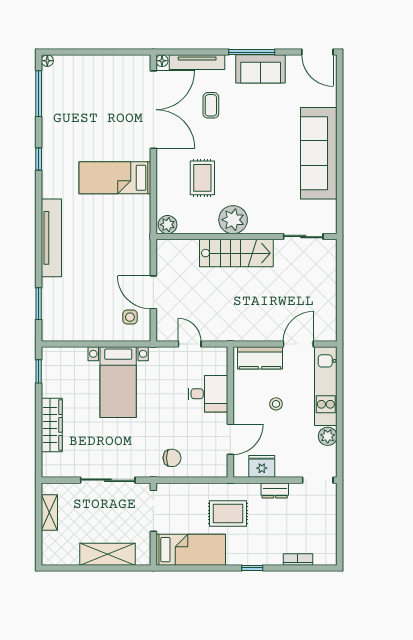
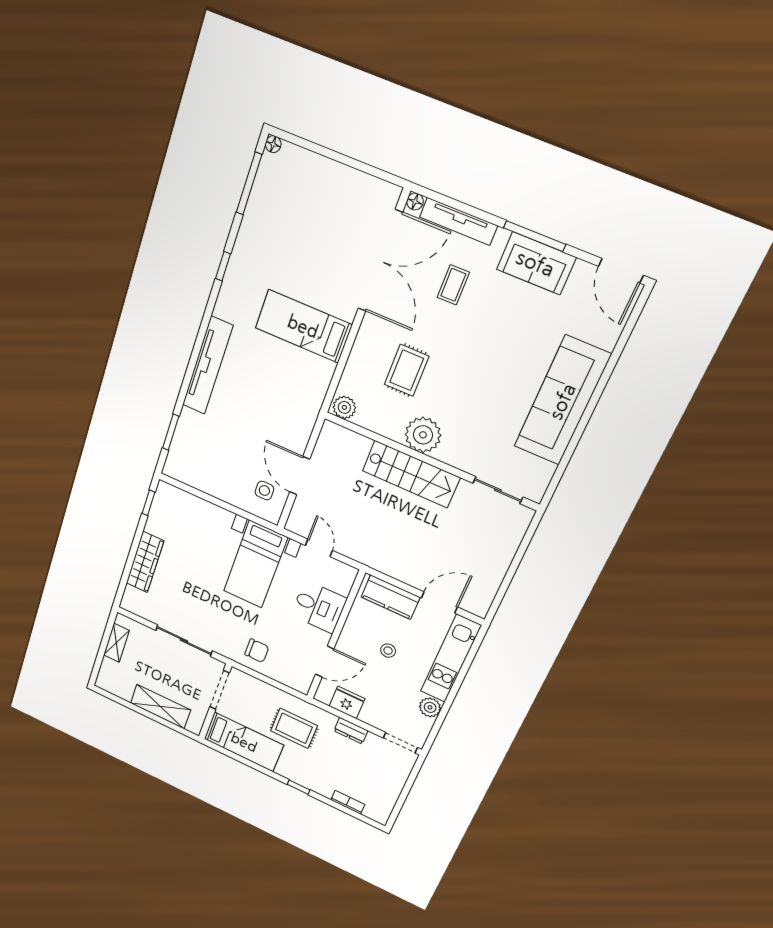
bed with nightstands: (118, 382) -> (255, 564), moved

